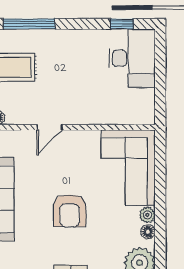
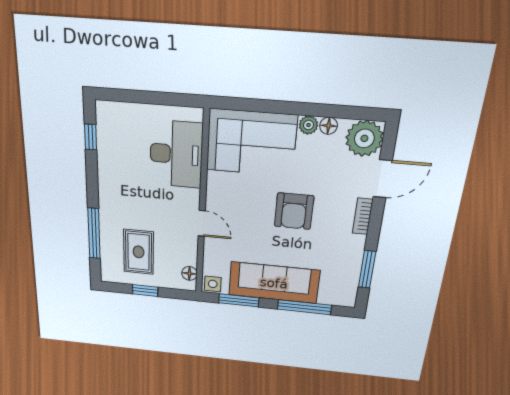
desk: (132, 58) -> (176, 154), moved, turned 90
armchair: (70, 211) -> (294, 211), turned 90

